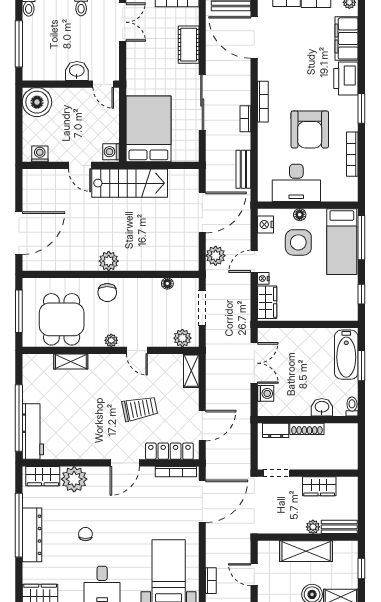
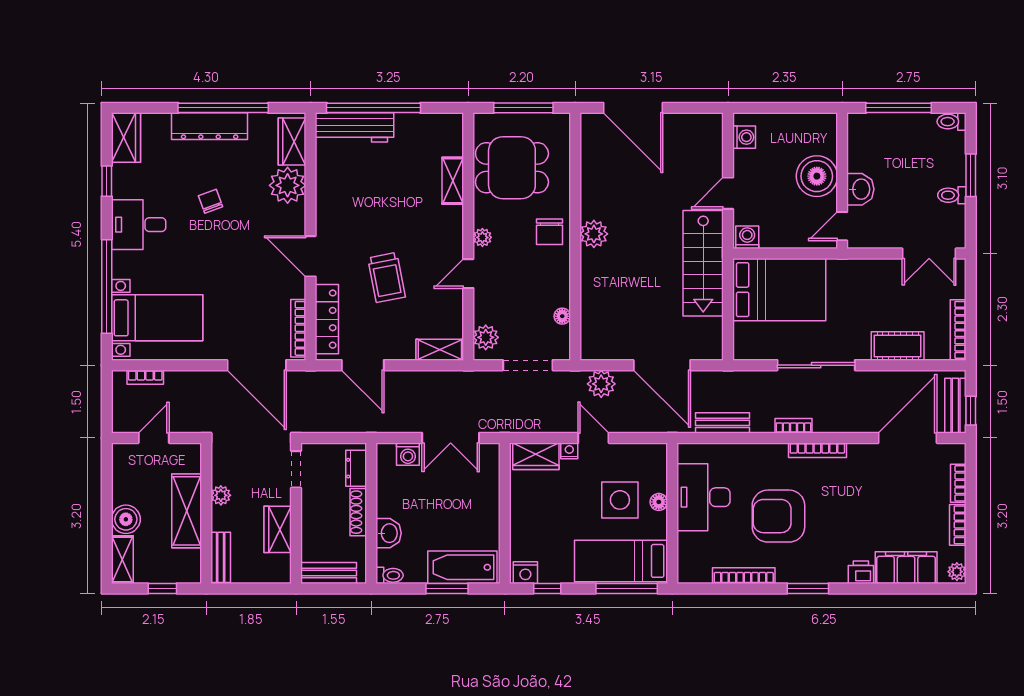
printer: (346, 79) -> (861, 572), width x0.53, depth x0.68
boiler: (37, 102) -> (817, 176), moved
nightstand: (265, 225) -> (525, 573), moved, turned 180
chair: (107, 293) -> (550, 232), turned -90
bench: (350, 450) -> (329, 573), added
plant: (313, 527) -> (221, 495), moved
chair: (85, 534) -> (211, 201), turned -110

